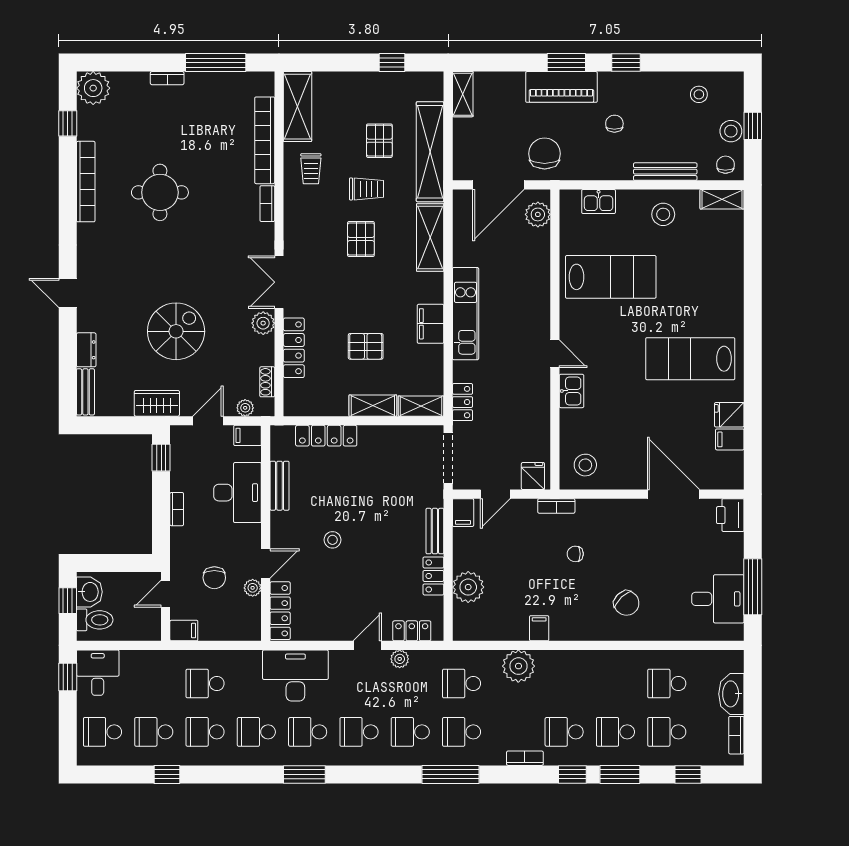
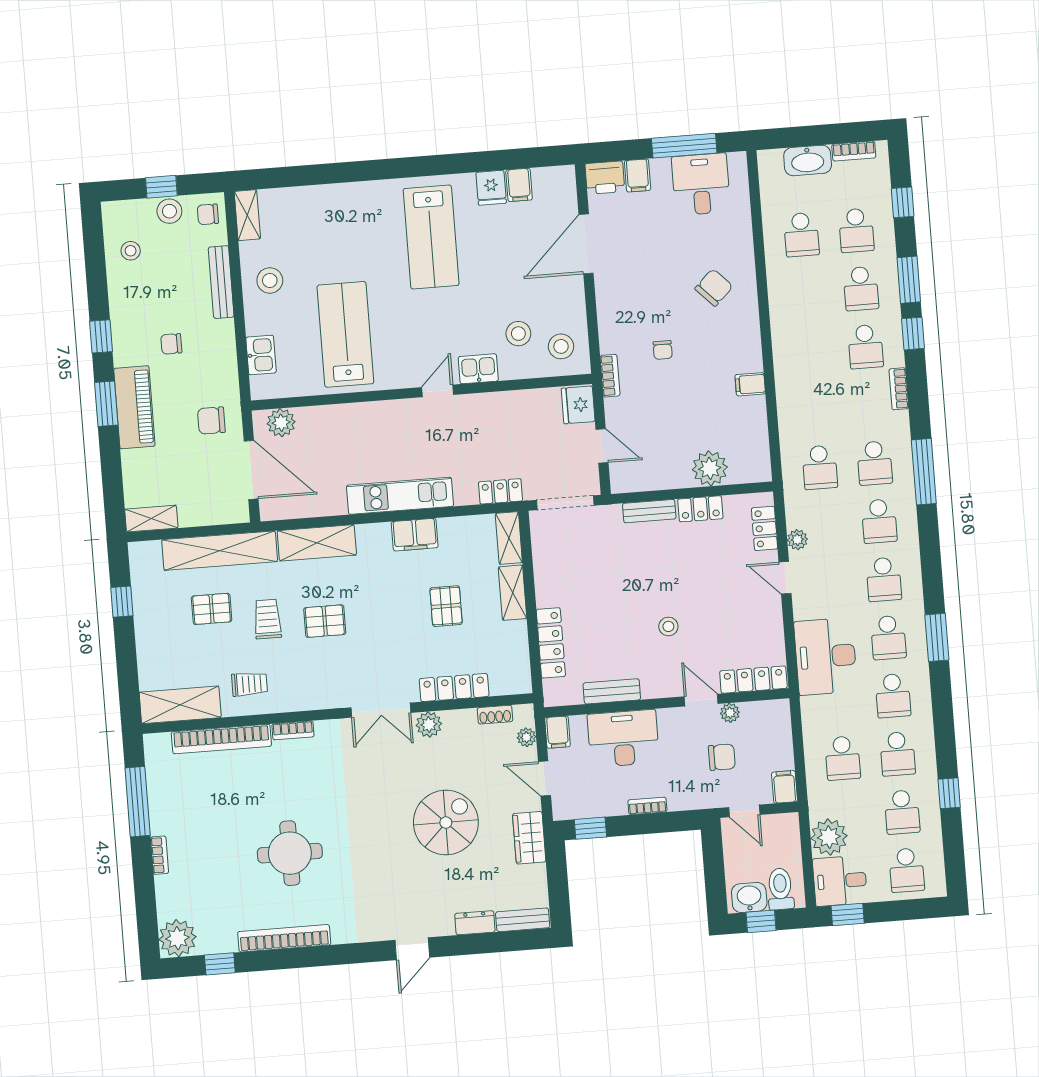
chair: (545, 154) -> (211, 421), width x0.73, depth x0.73
spiral stairs: (176, 331) -> (446, 823), turned 90
stool: (600, 429) -> (518, 334), added
fridge: (533, 476) -> (578, 405), width x1.38
filing cabinet: (463, 513) -> (638, 175), moved, turned 90
plant: (518, 666) -> (829, 837), moved

